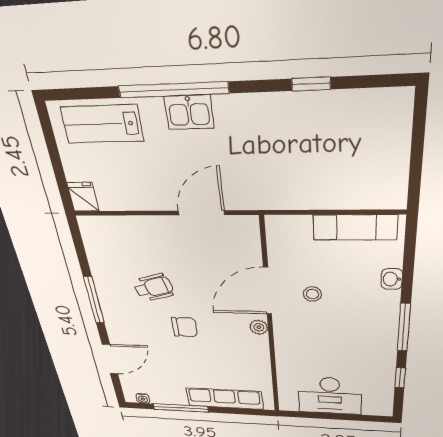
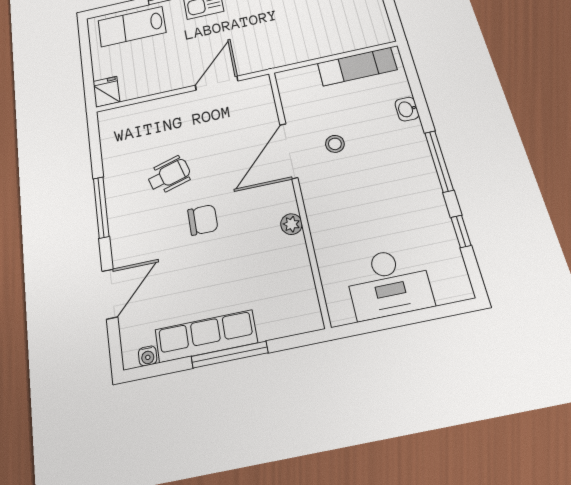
plant: (259, 327) -> (291, 224), moved
row of seats: (225, 399) -> (206, 336), moved
window: (181, 408) -> (230, 355), moved

